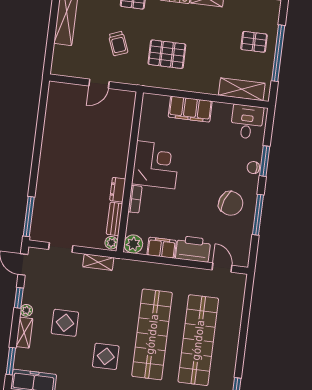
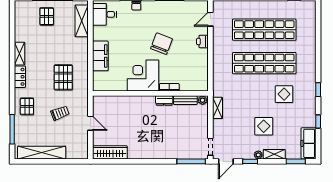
wardrobe: (55, 106) -> (110, 152), added
chair: (231, 203) -> (162, 44), moved
plant: (133, 244) -> (202, 85), removed
doorway: (61, 248) -> (210, 147), moved
filing cabinet: (162, 248) -> (202, 64), removed
printer: (193, 249) -> (202, 41), width x0.53, depth x0.68

